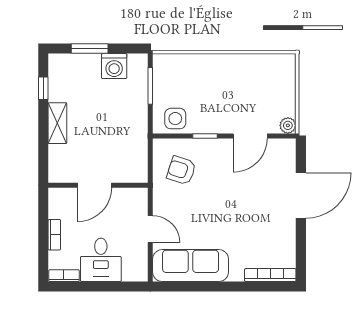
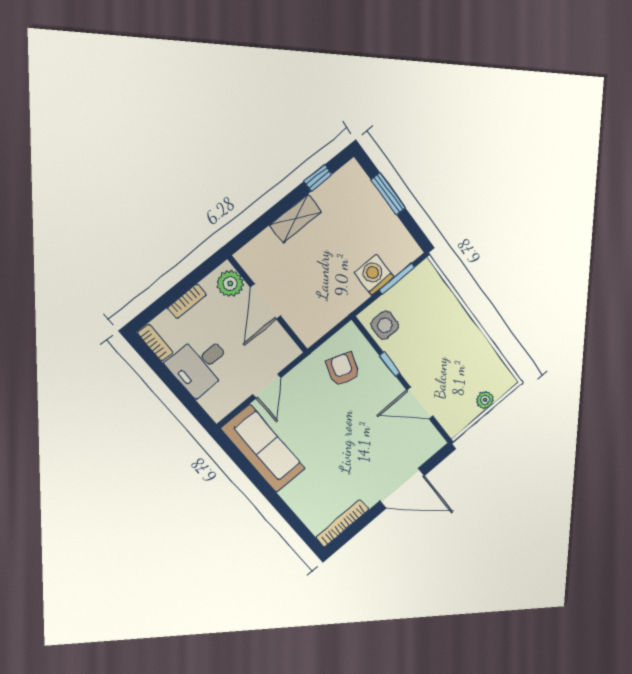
washing machine: (114, 66) -> (374, 275), moved, turned 90
plant: (288, 125) -> (485, 400), moved
door: (95, 185) -> (266, 302), hinge flipped
plant: (65, 198) -> (230, 284), added
bookcase: (270, 275) -> (342, 523), moved, turned -90

